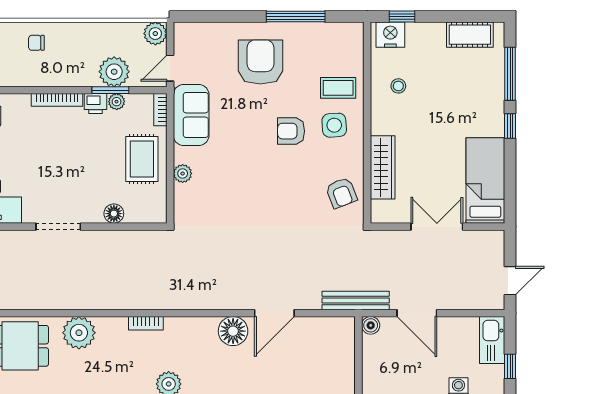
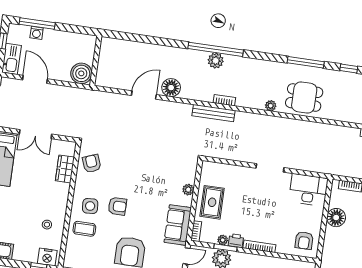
wardrobe: (383, 167) -> (65, 169), width x0.67
floor lamp: (114, 214) -> (234, 171), removed
bench: (356, 300) -> (213, 113), moved
door: (417, 313) -> (35, 79), moved
boiler: (371, 325) -> (81, 73), width x1.86, depth x1.86
plant: (79, 333) -> (271, 106), width x0.53, depth x0.53

